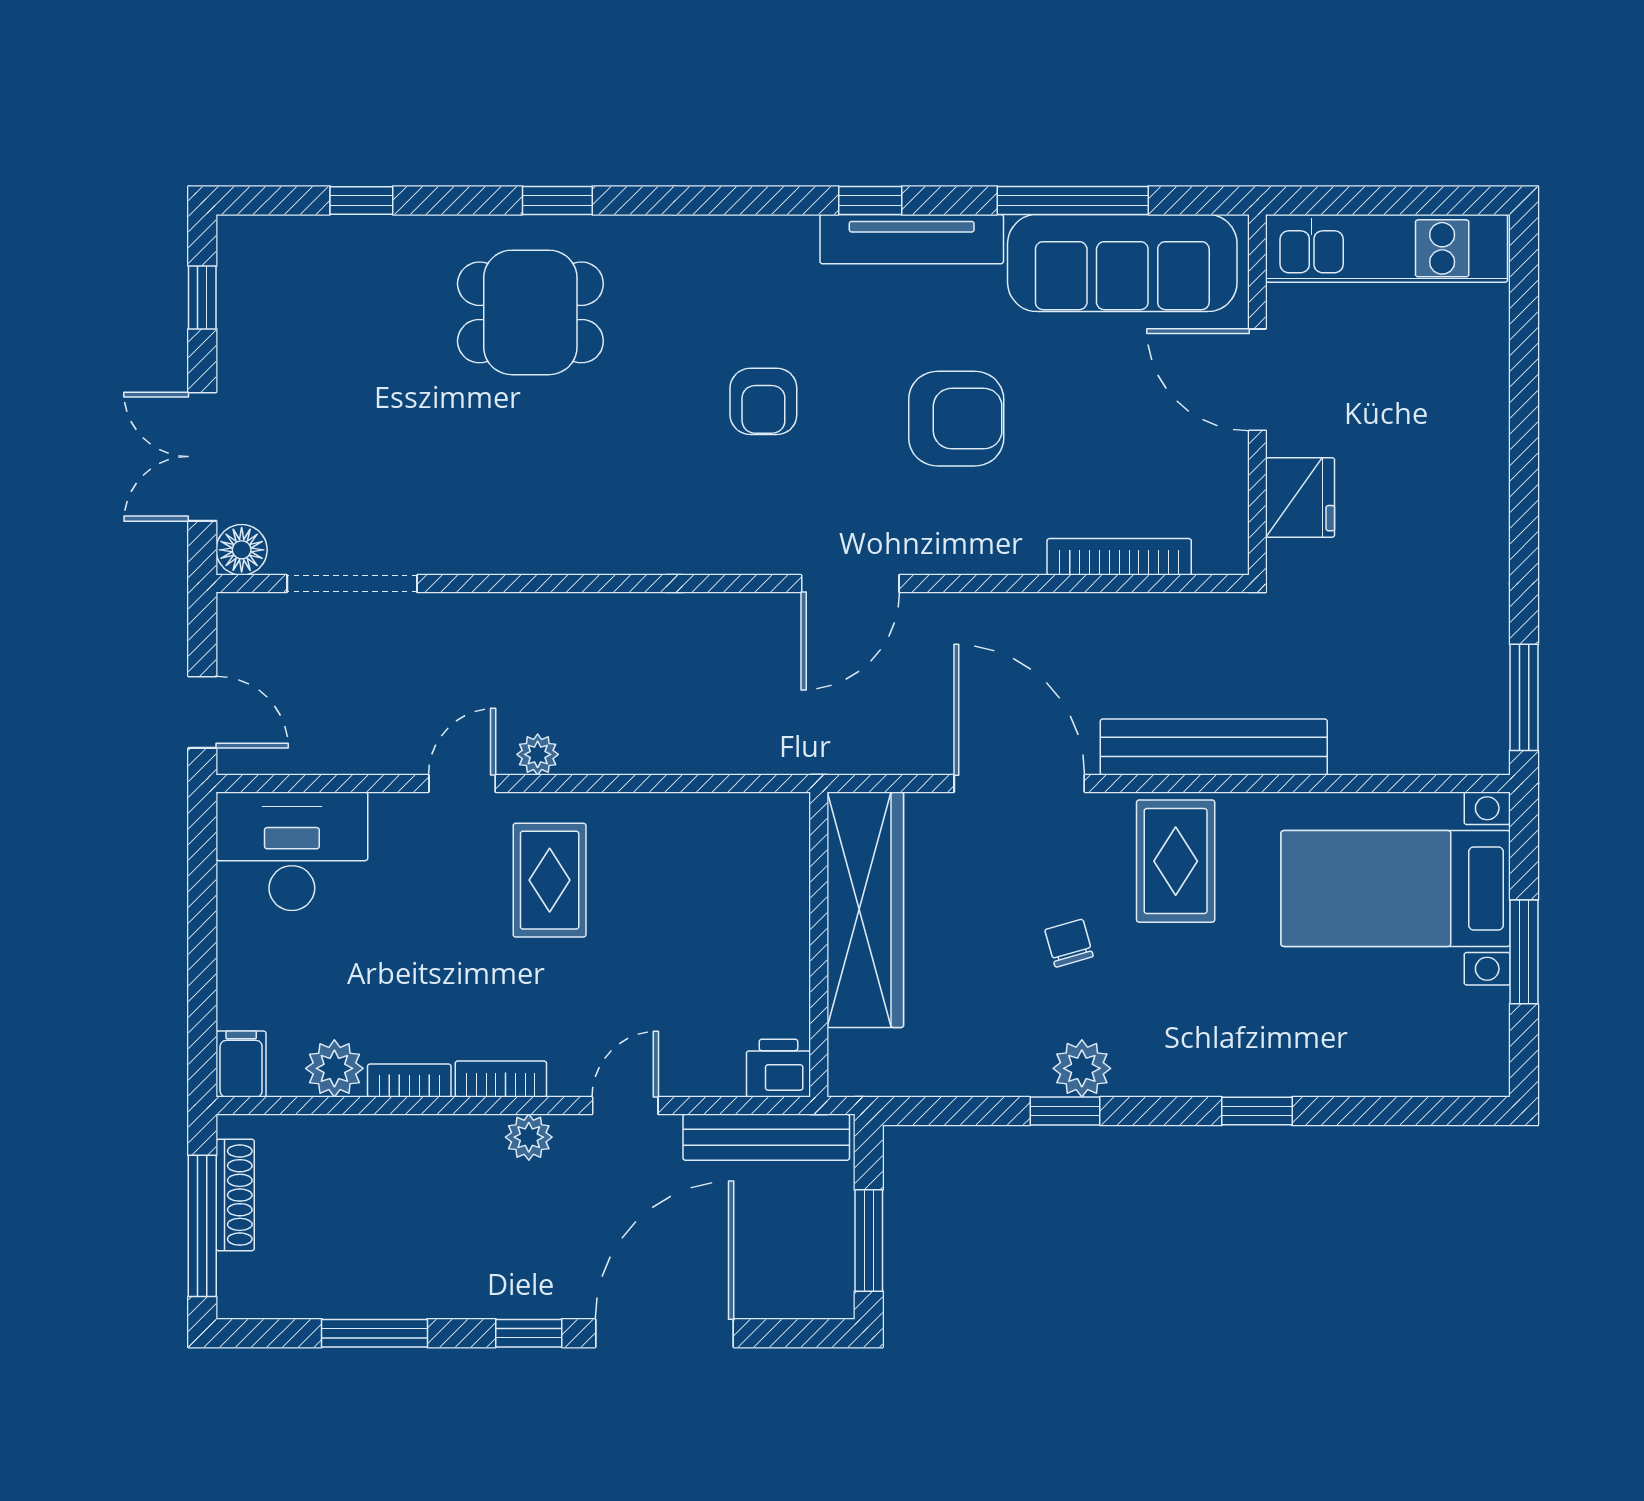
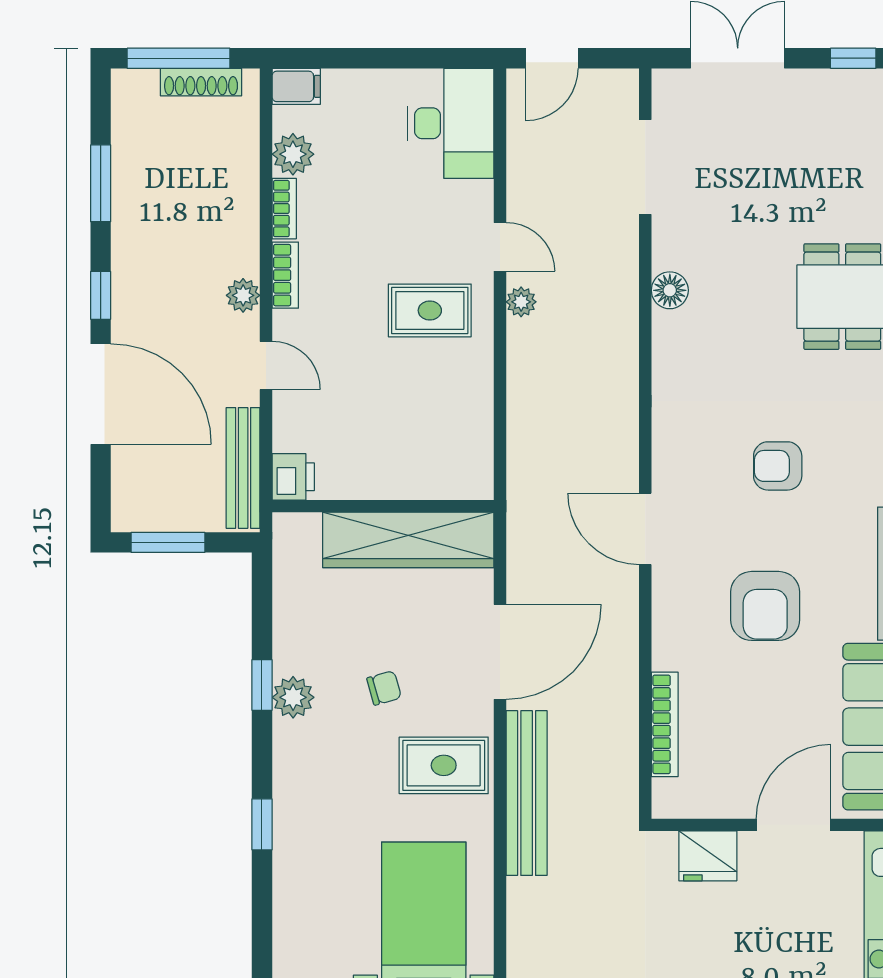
floor lamp: (242, 550) -> (670, 290), moved

